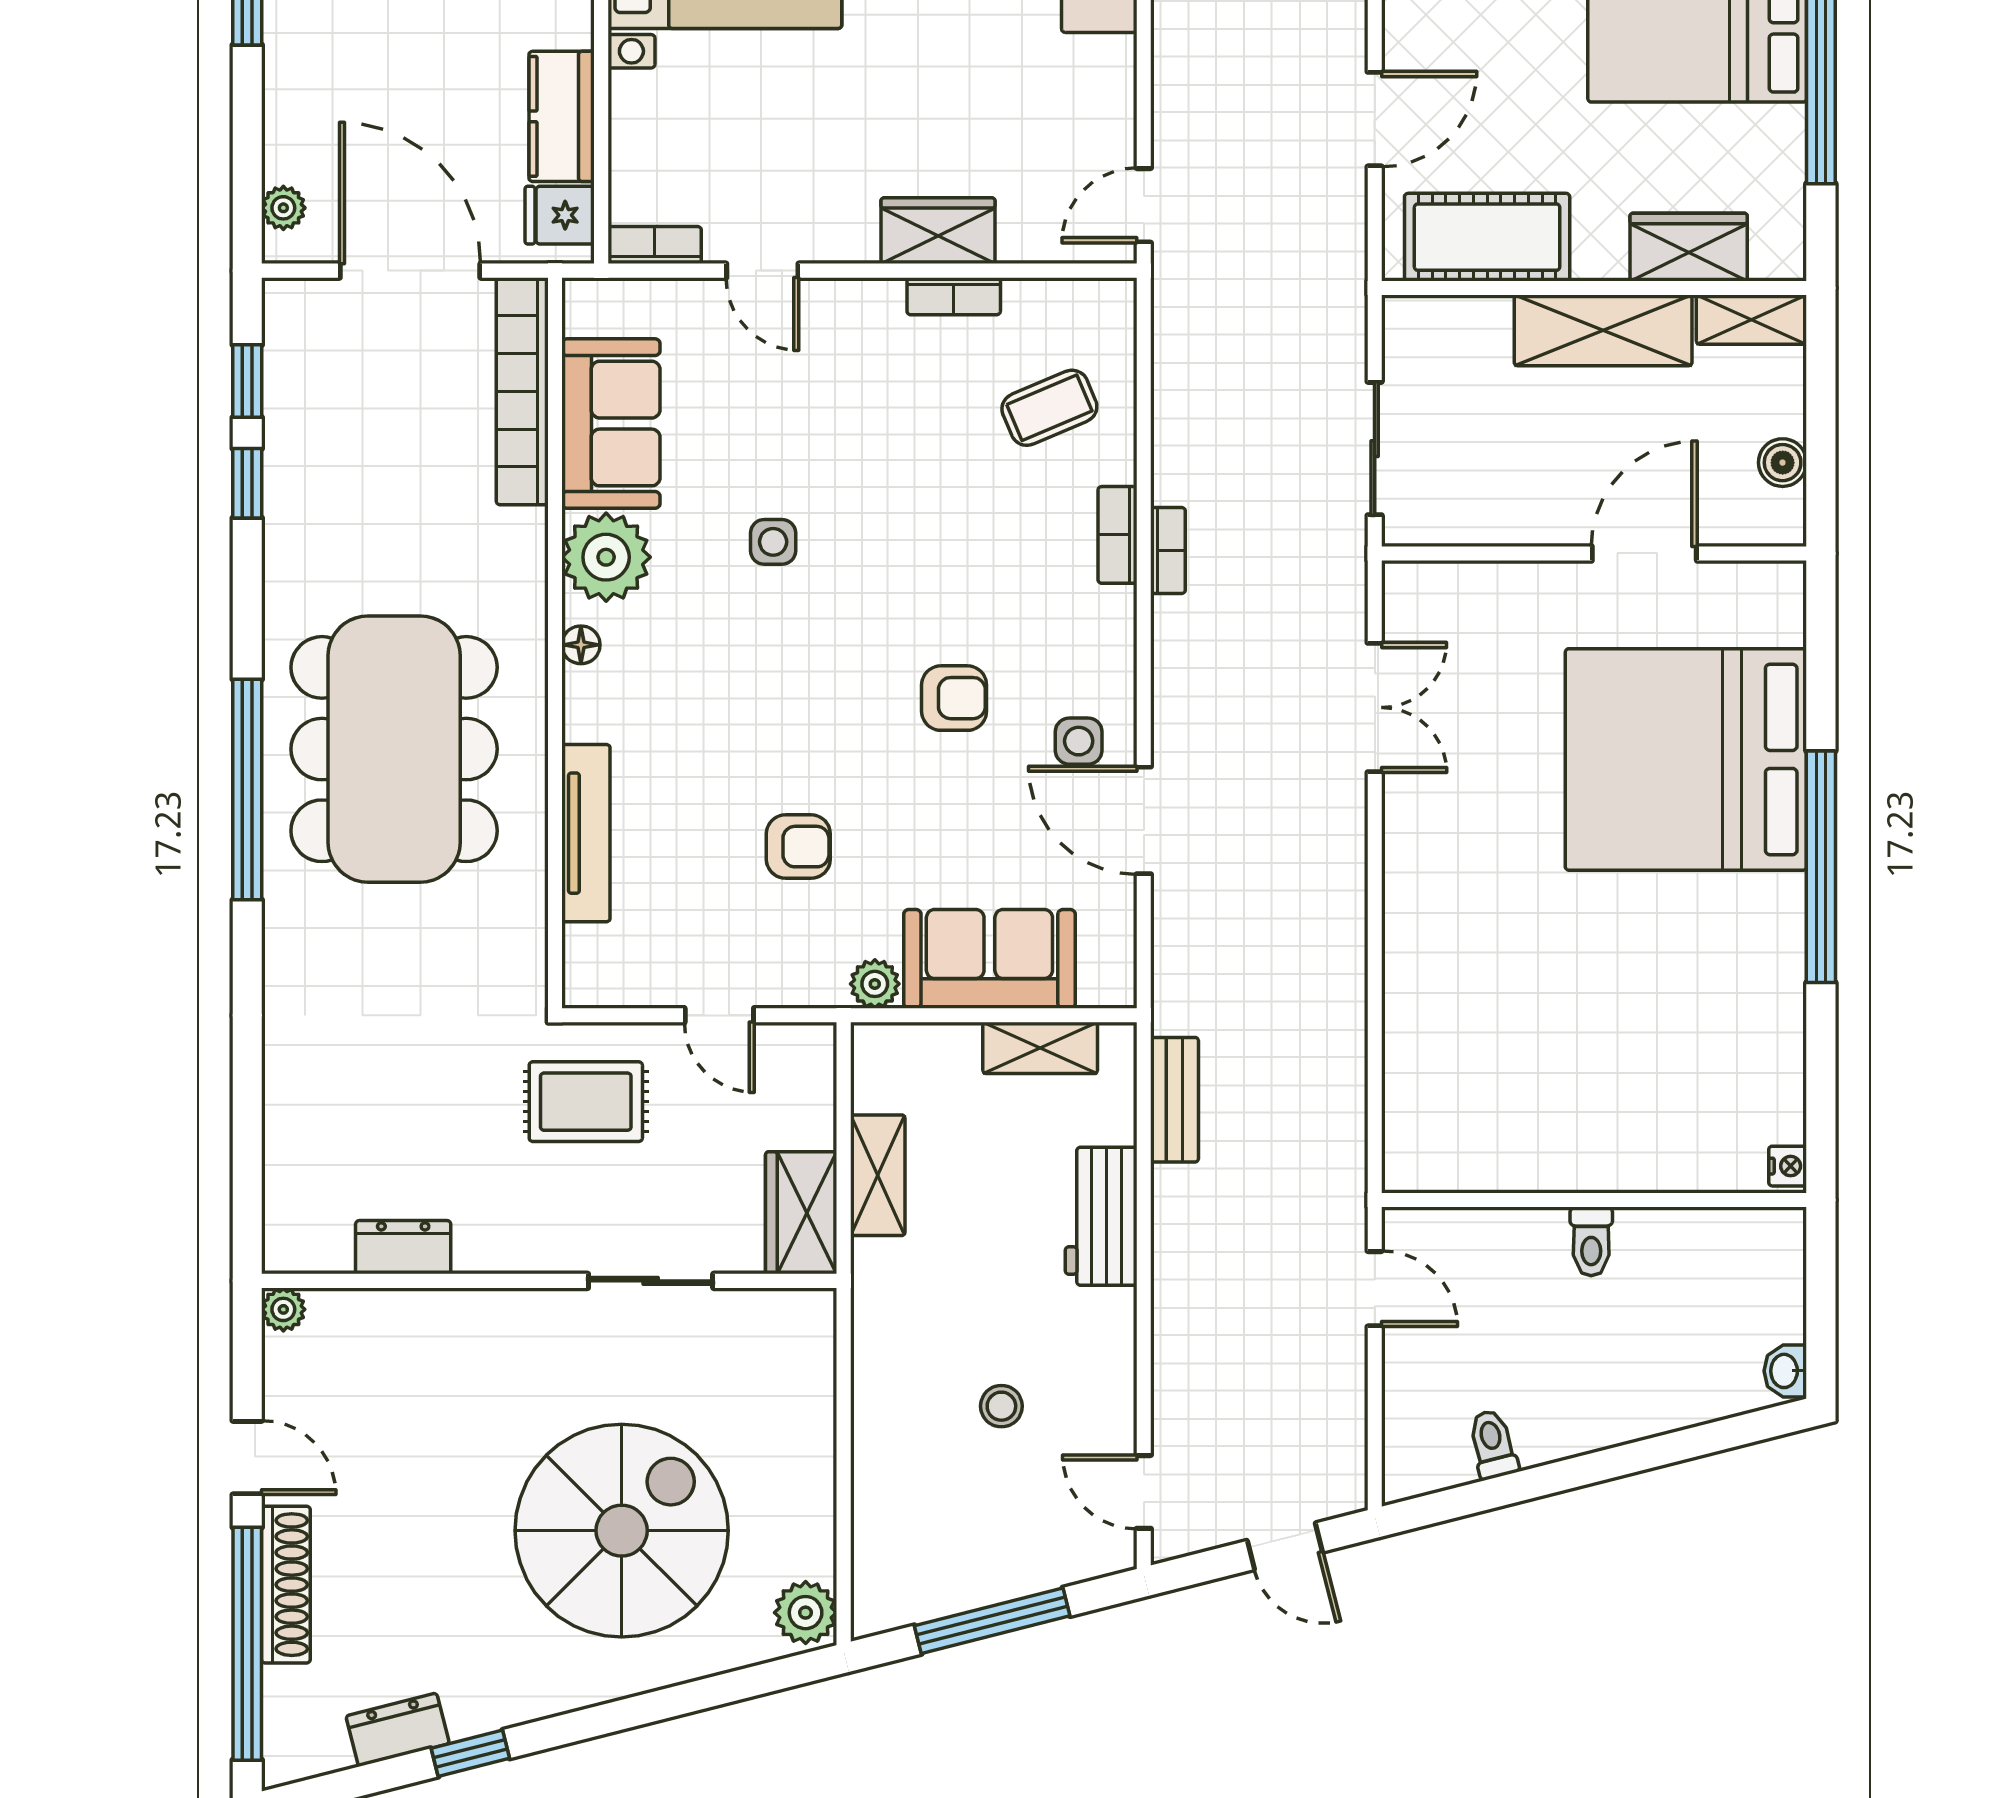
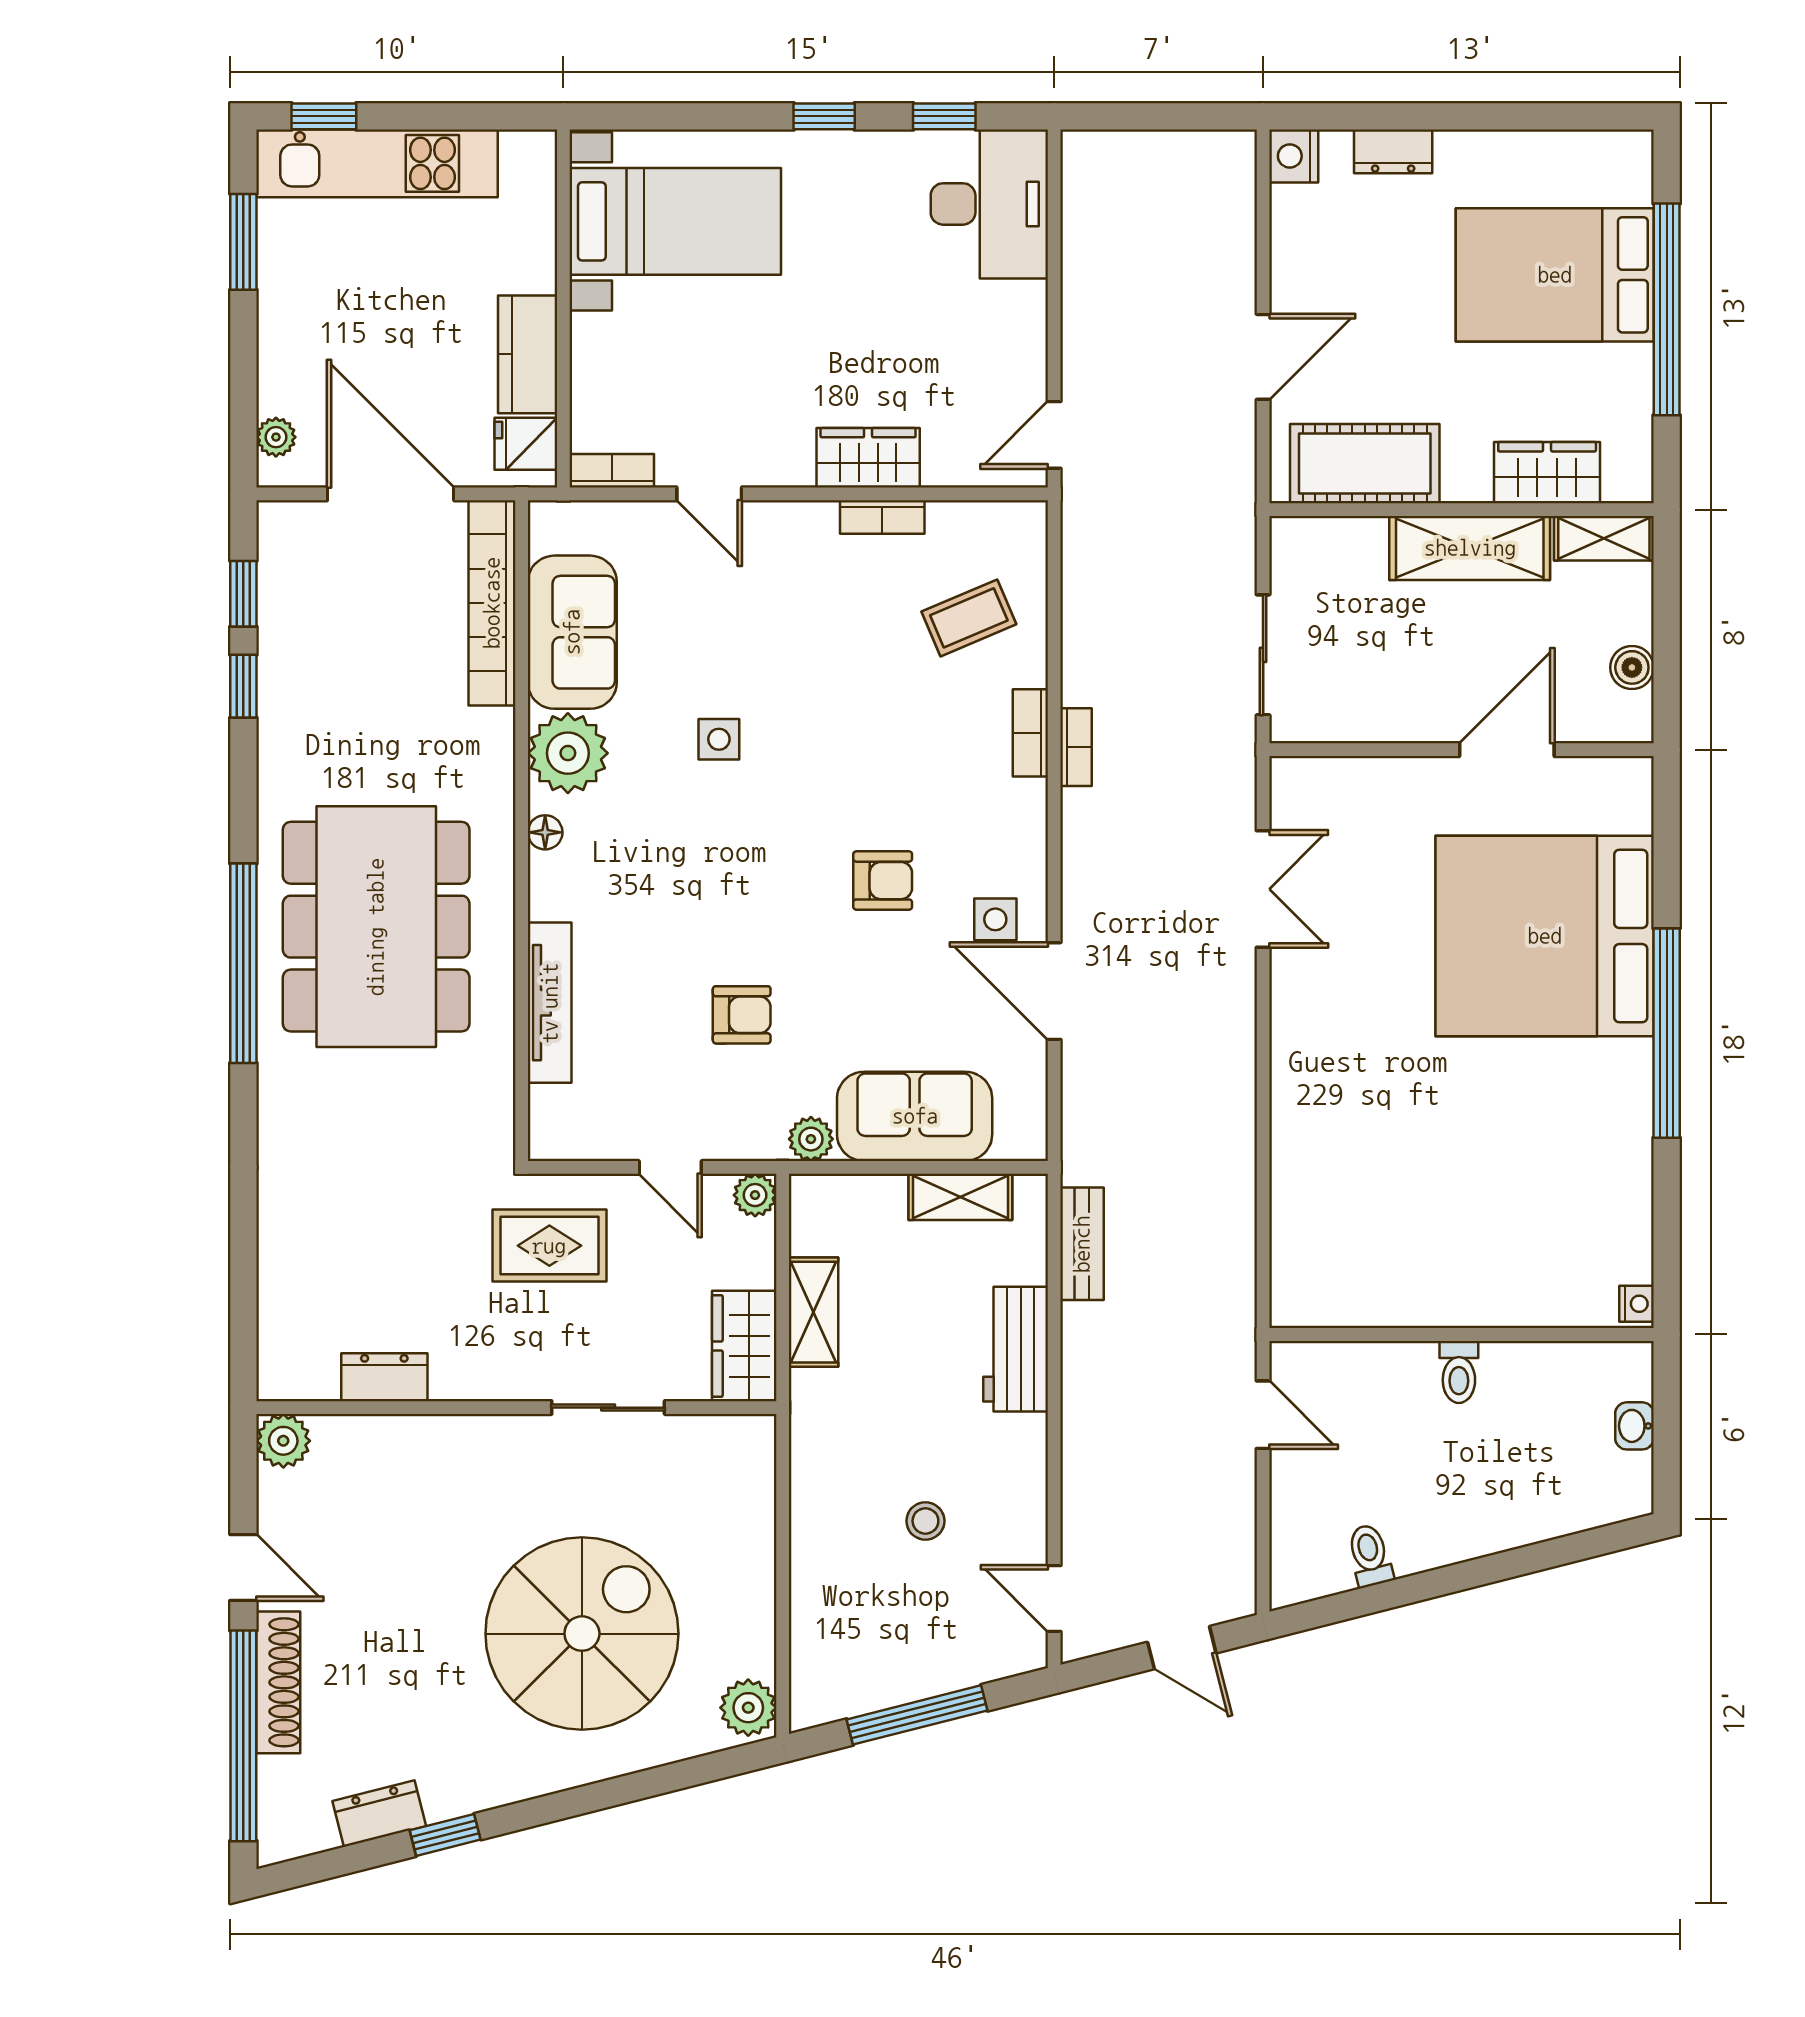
plant: (813, 1046) -> (755, 1195), added
plant: (283, 1309) -> (283, 1441), width x1.38, depth x1.38
washbasin: (1785, 1371) -> (1634, 1426), moved

